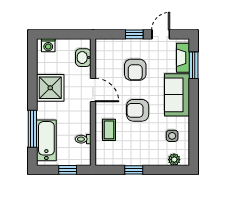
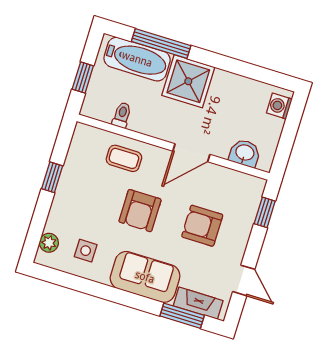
window: (134, 34) -> (265, 212), moved
shower: (50, 88) -> (188, 81), moved
armchair: (138, 110) -> (140, 211), turned 180

